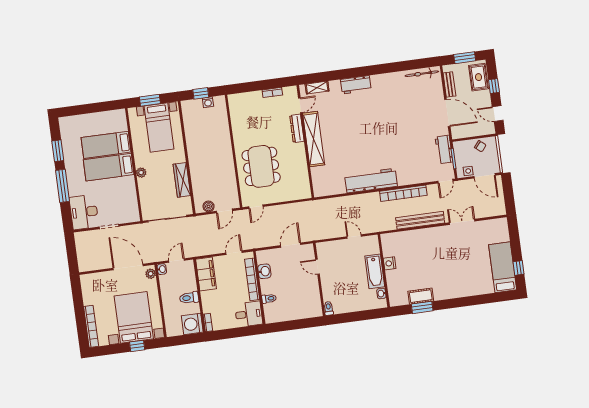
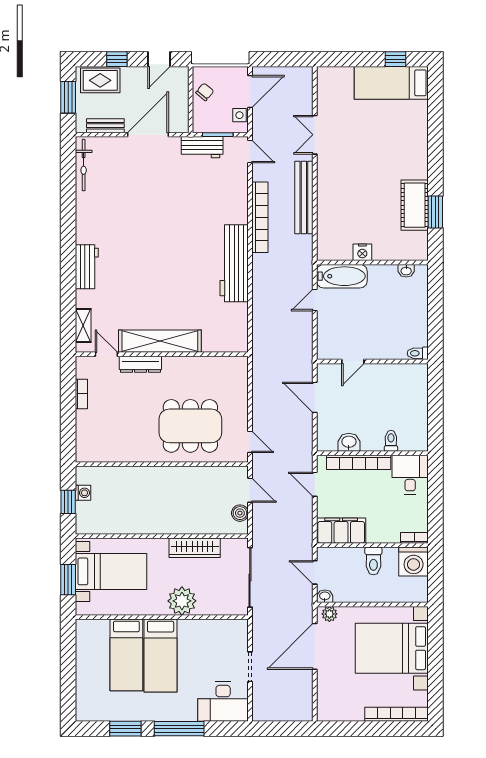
plant: (141, 173) -> (182, 601), width x1.87, depth x1.87
bathtub: (375, 271) -> (342, 276), moved
cot: (421, 296) -> (415, 205), width x1.37, depth x1.34
window: (137, 346) -> (435, 649), removed

